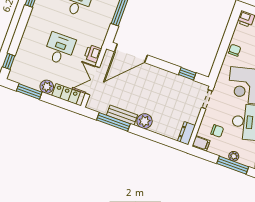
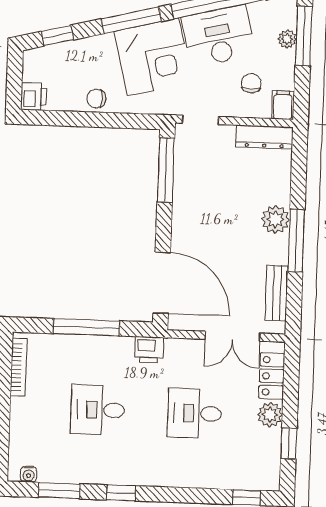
printer: (93, 54) -> (149, 350), moved
window: (187, 74) -> (166, 170), width x2.17
window: (29, 91) -> (289, 443), width x0.67
bench: (122, 115) -> (276, 293), moved
window: (113, 122) -> (296, 241), moved
dresser: (186, 133) -> (264, 137), width x1.44

